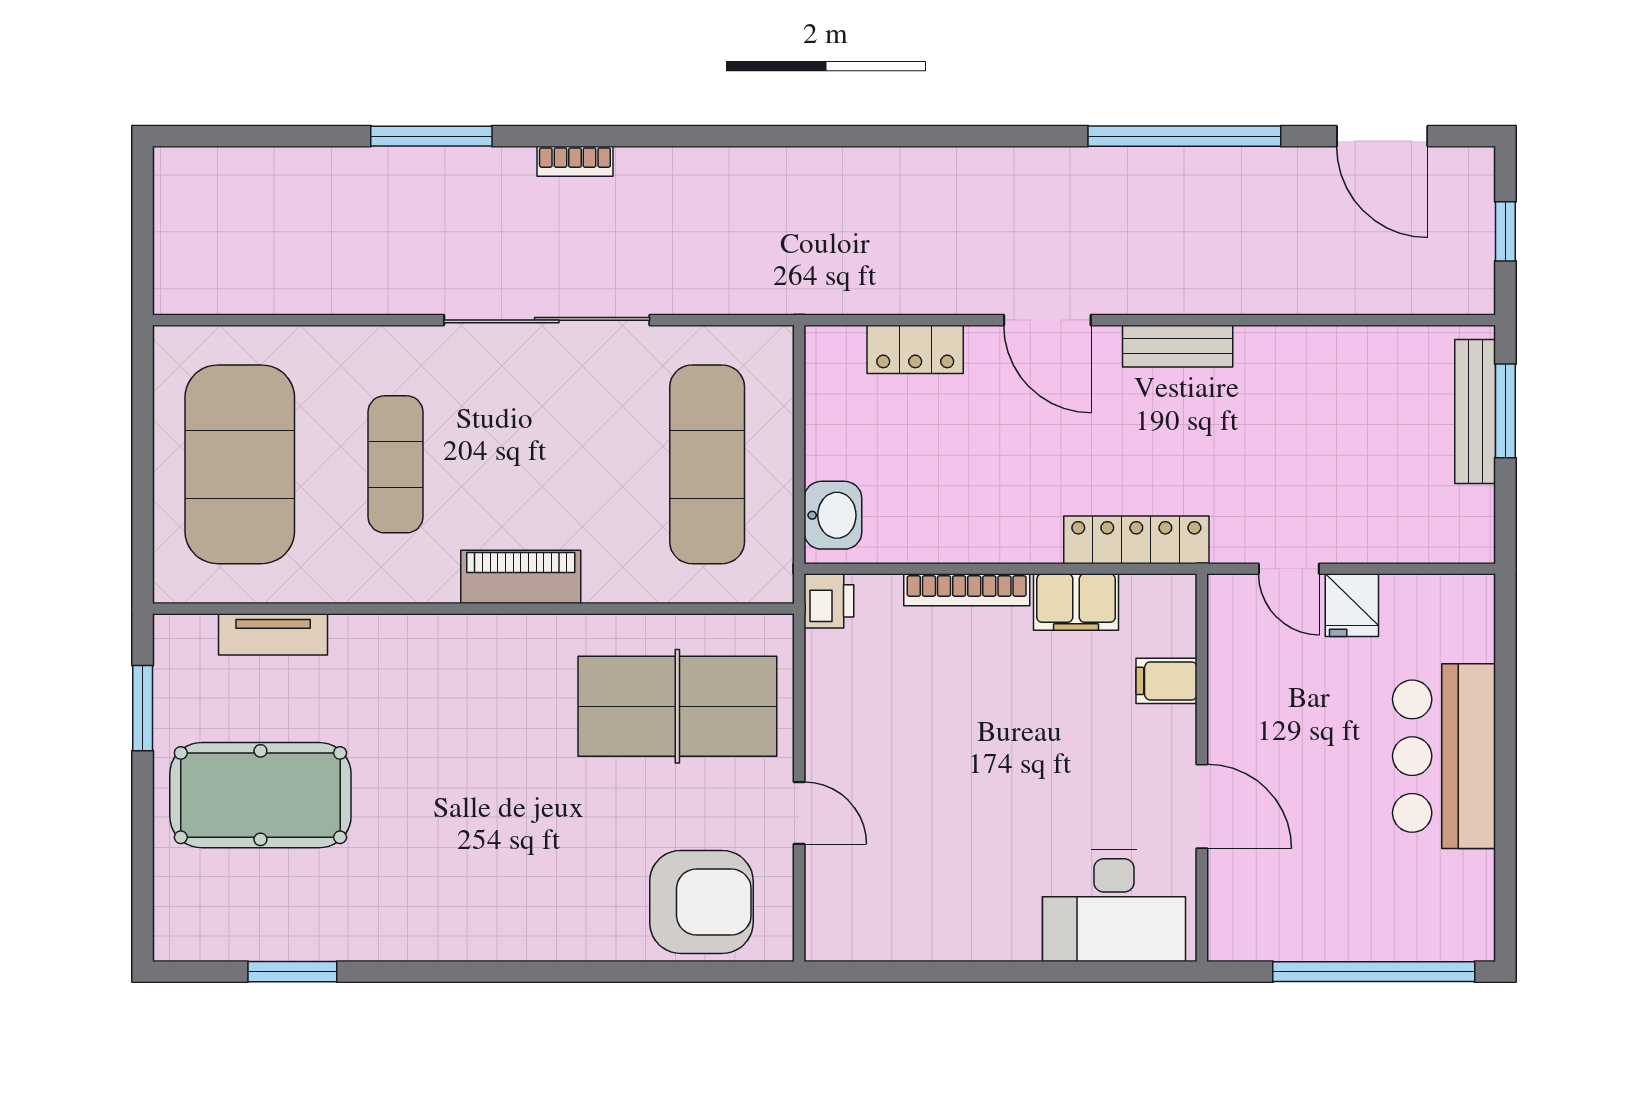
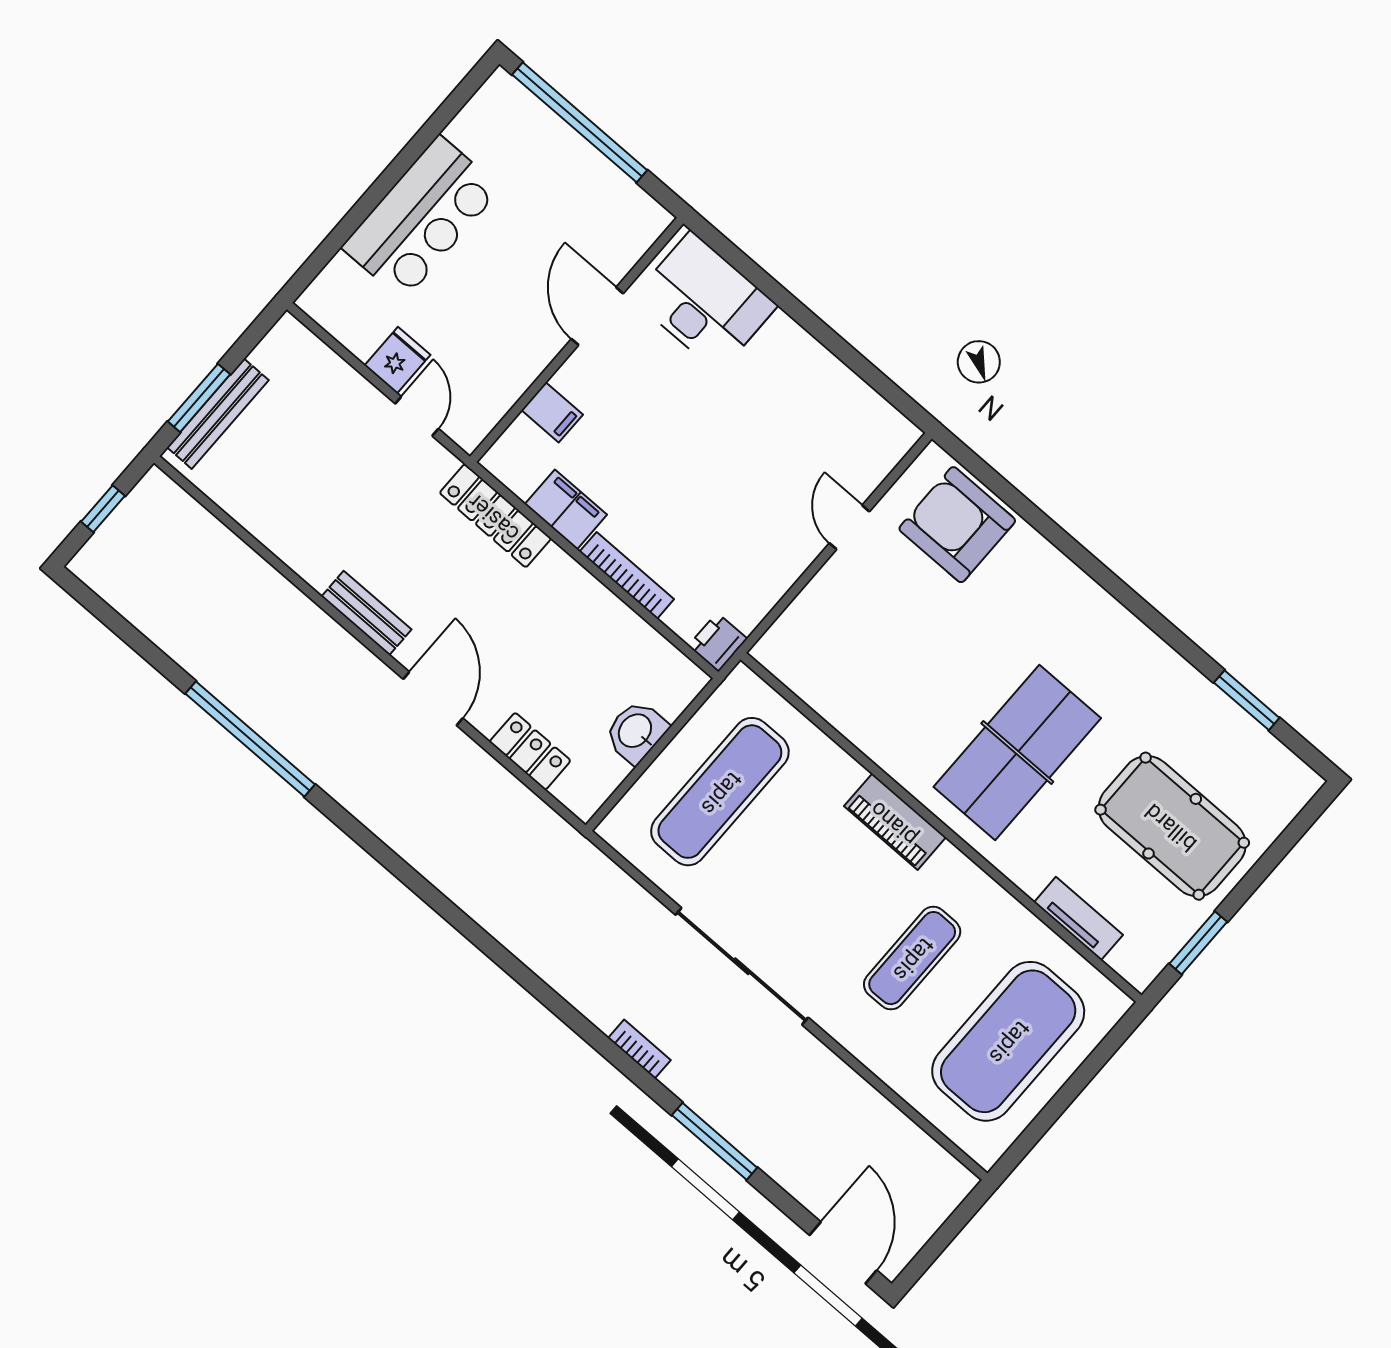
door: (1382, 136) -> (843, 1253), moved
washbasin: (833, 515) -> (636, 732), moved
table tennis table: (677, 706) -> (1017, 752), moved, turned 90

